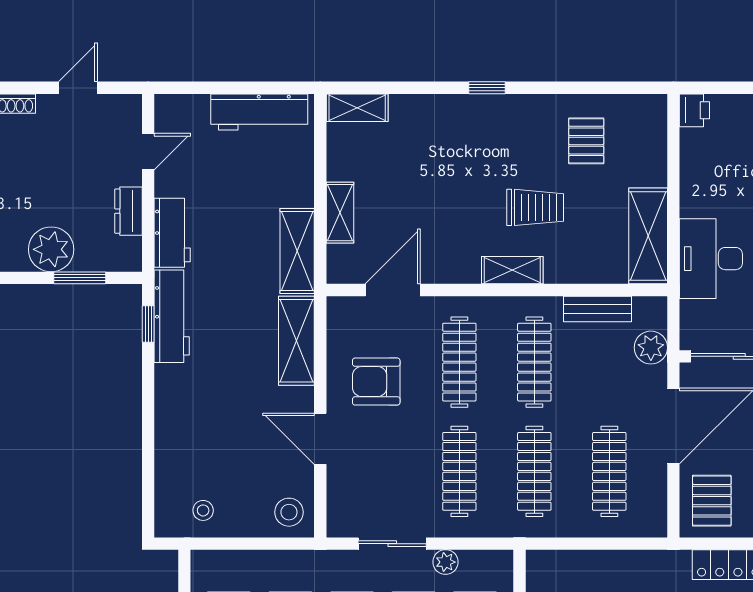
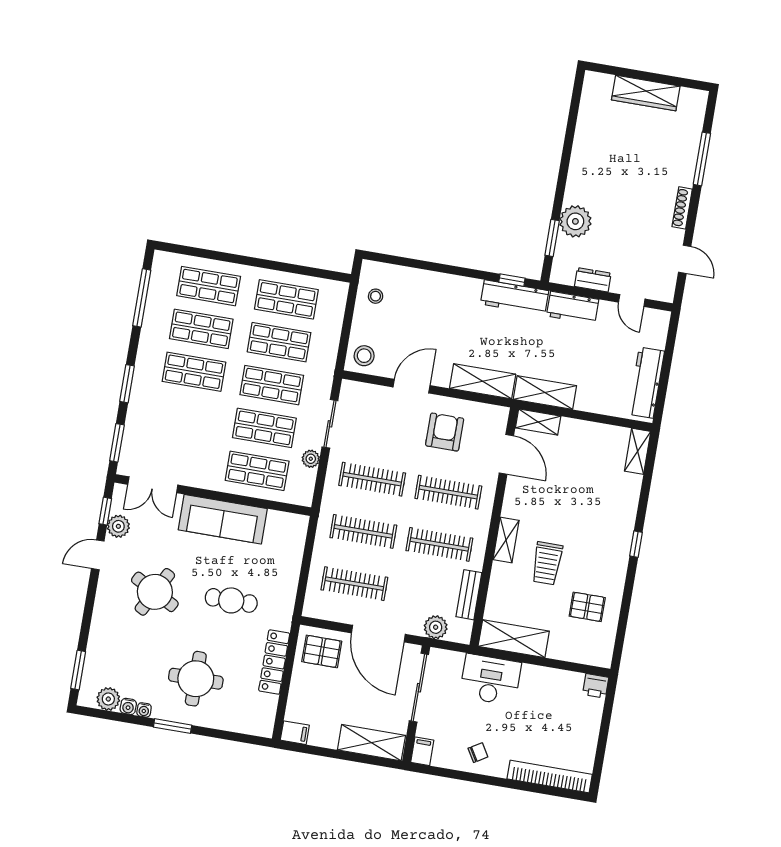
shelving: (340, 213) -> (538, 422), moved

